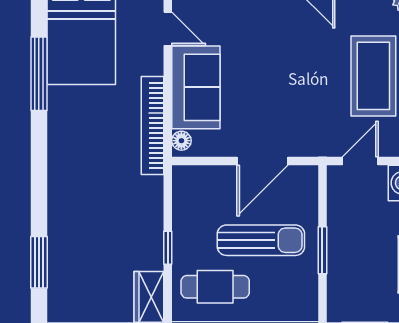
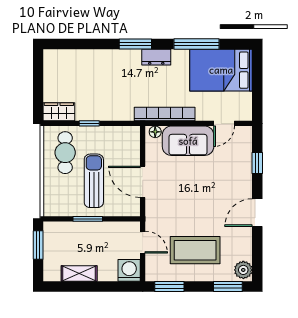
dresser: (60, 139) -> (156, 57), added
sun lounger: (261, 240) -> (94, 181), turned 180
window: (39, 262) -> (135, 44), moved

